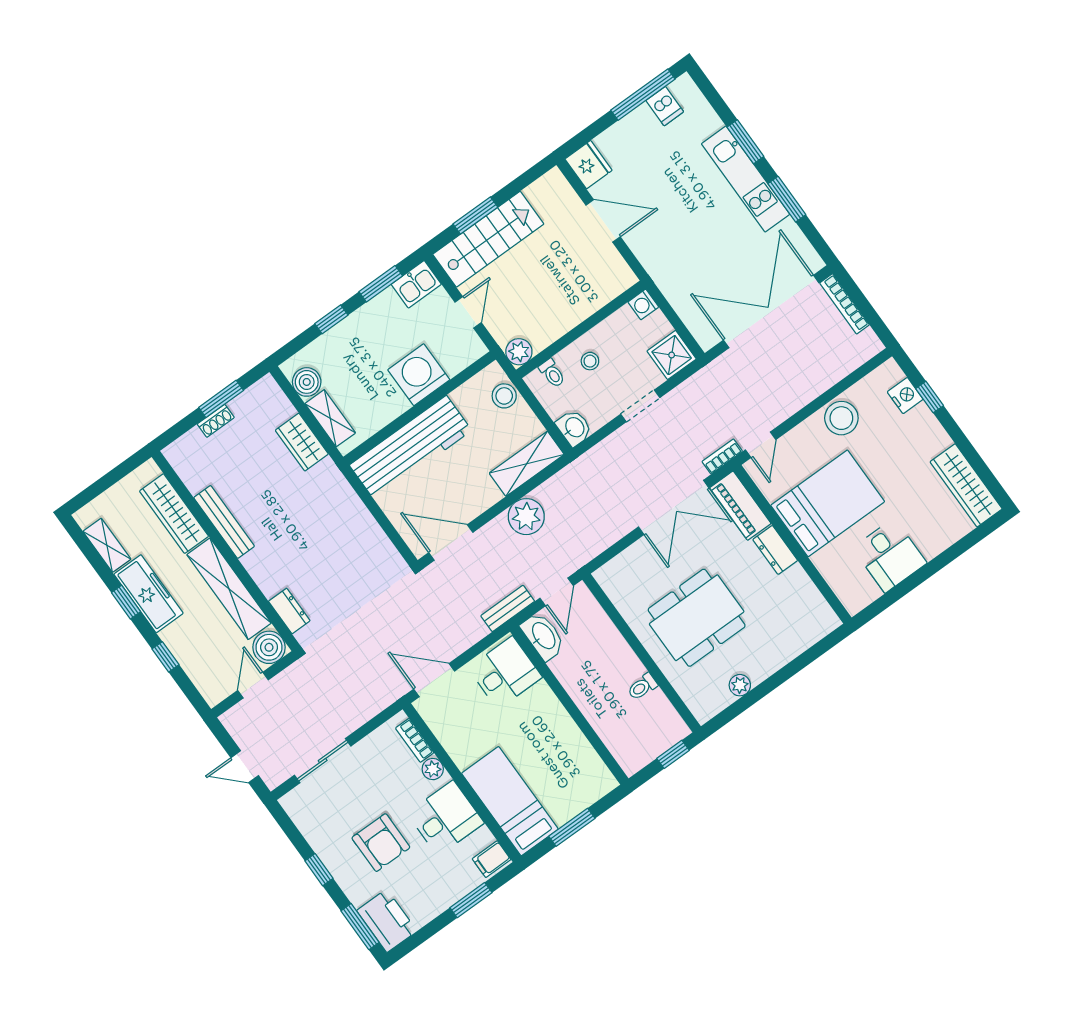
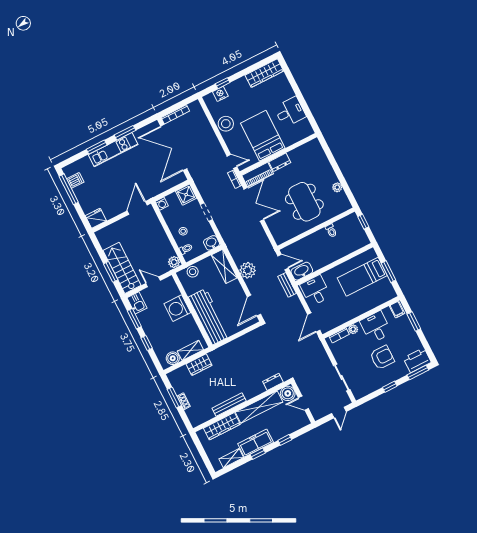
door: (603, 221) -> (137, 208), moved
bed: (510, 801) -> (362, 277), moved

